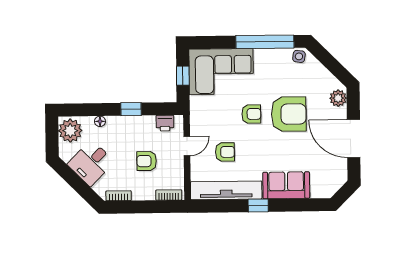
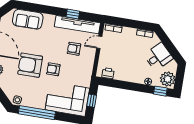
window: (131, 109) -> (160, 91), moved
door: (187, 146) -> (99, 42), moved
armchair: (147, 161) -> (124, 52), removed
sofa: (286, 185) -> (28, 19), moved
window: (258, 205) -> (73, 14), moved

